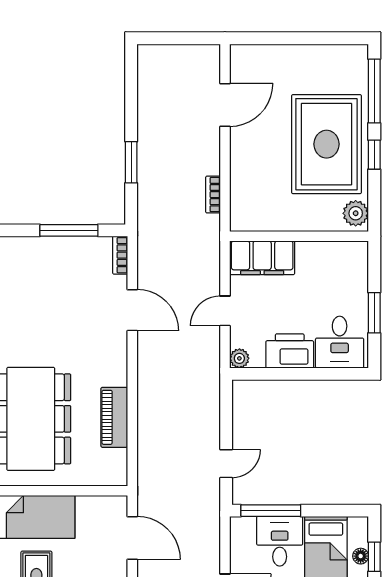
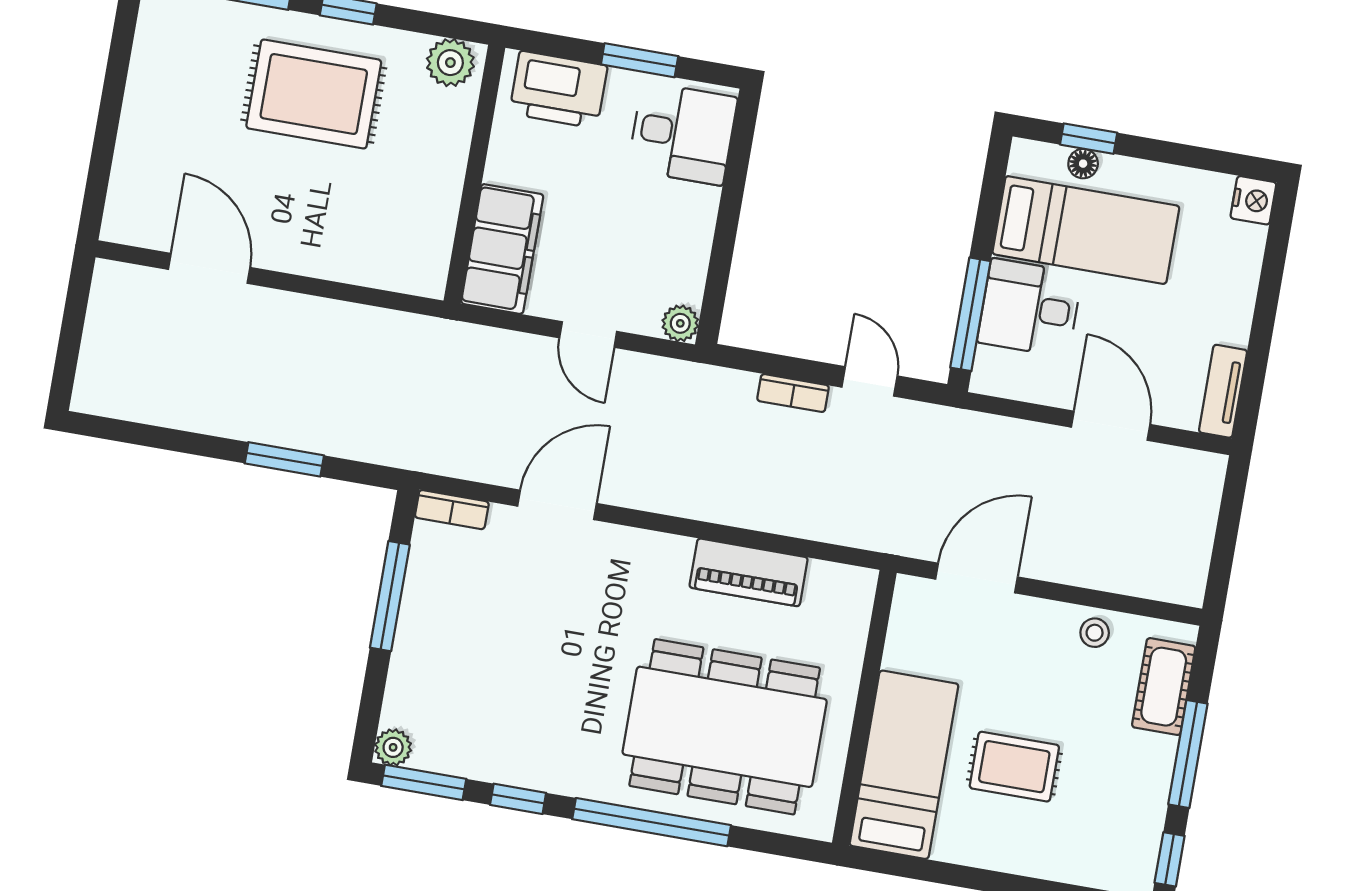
rug: (326, 144) -> (314, 94), width x0.73, depth x0.69
bookcase: (213, 195) -> (793, 393), moved
printer: (290, 351) -> (558, 90), moved, turned -90

